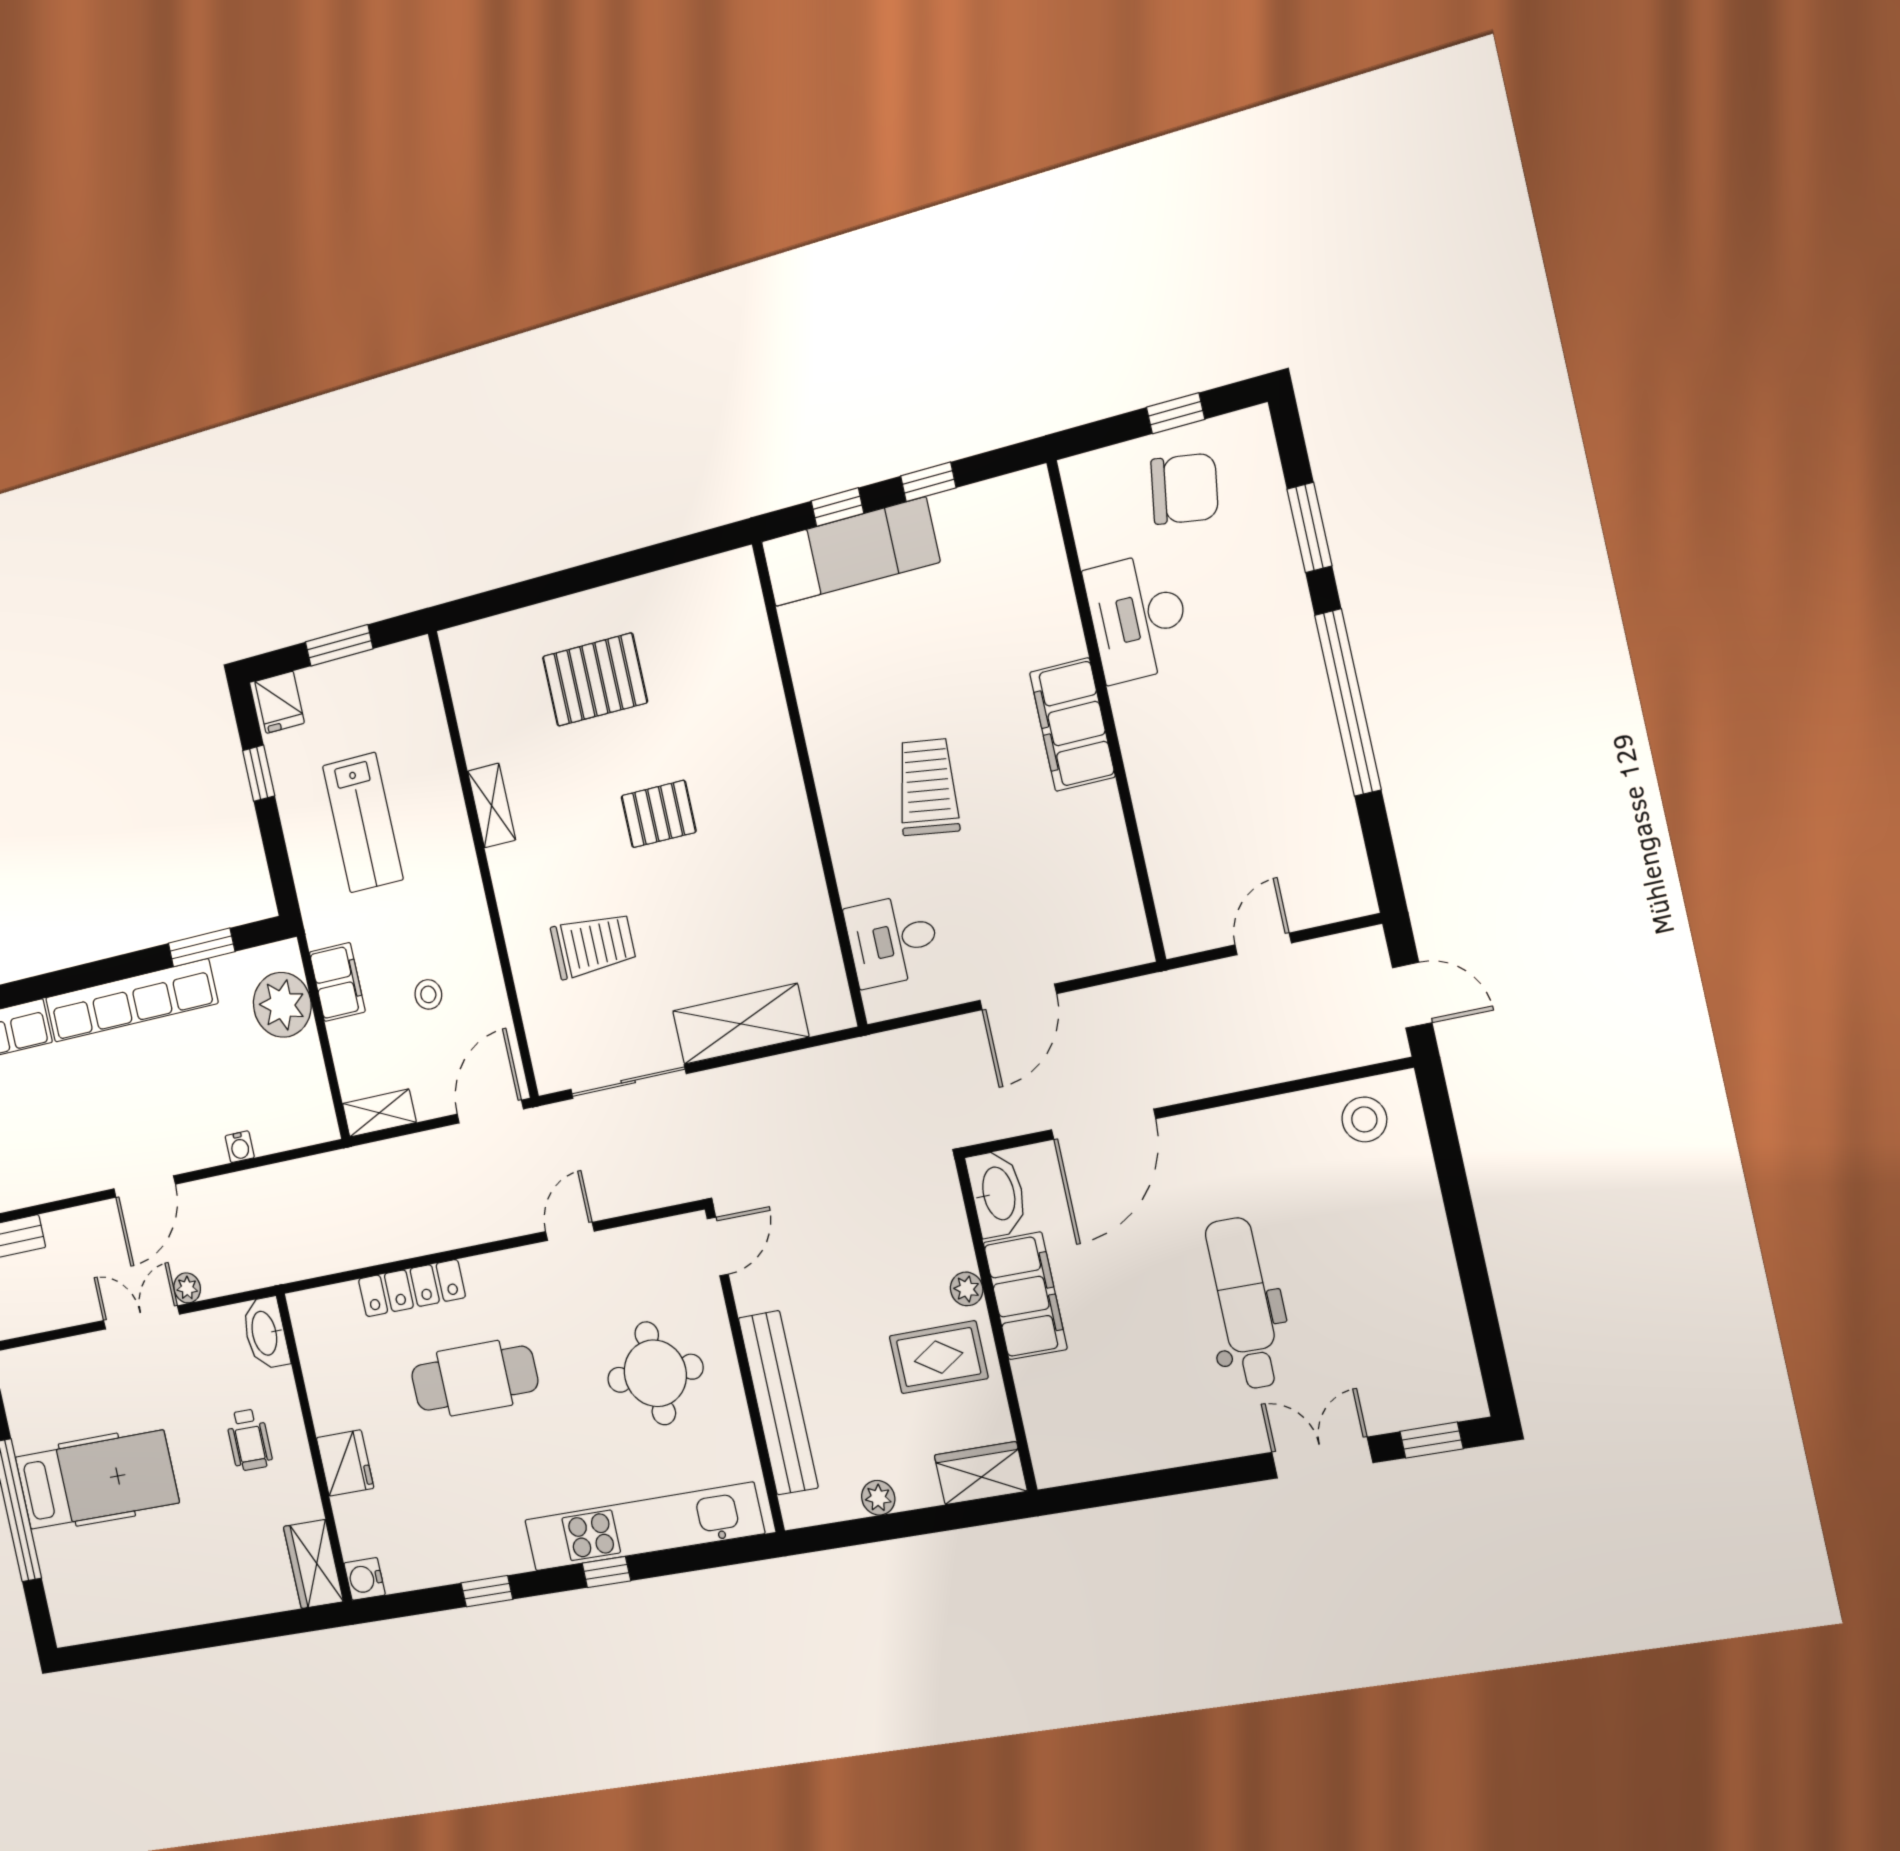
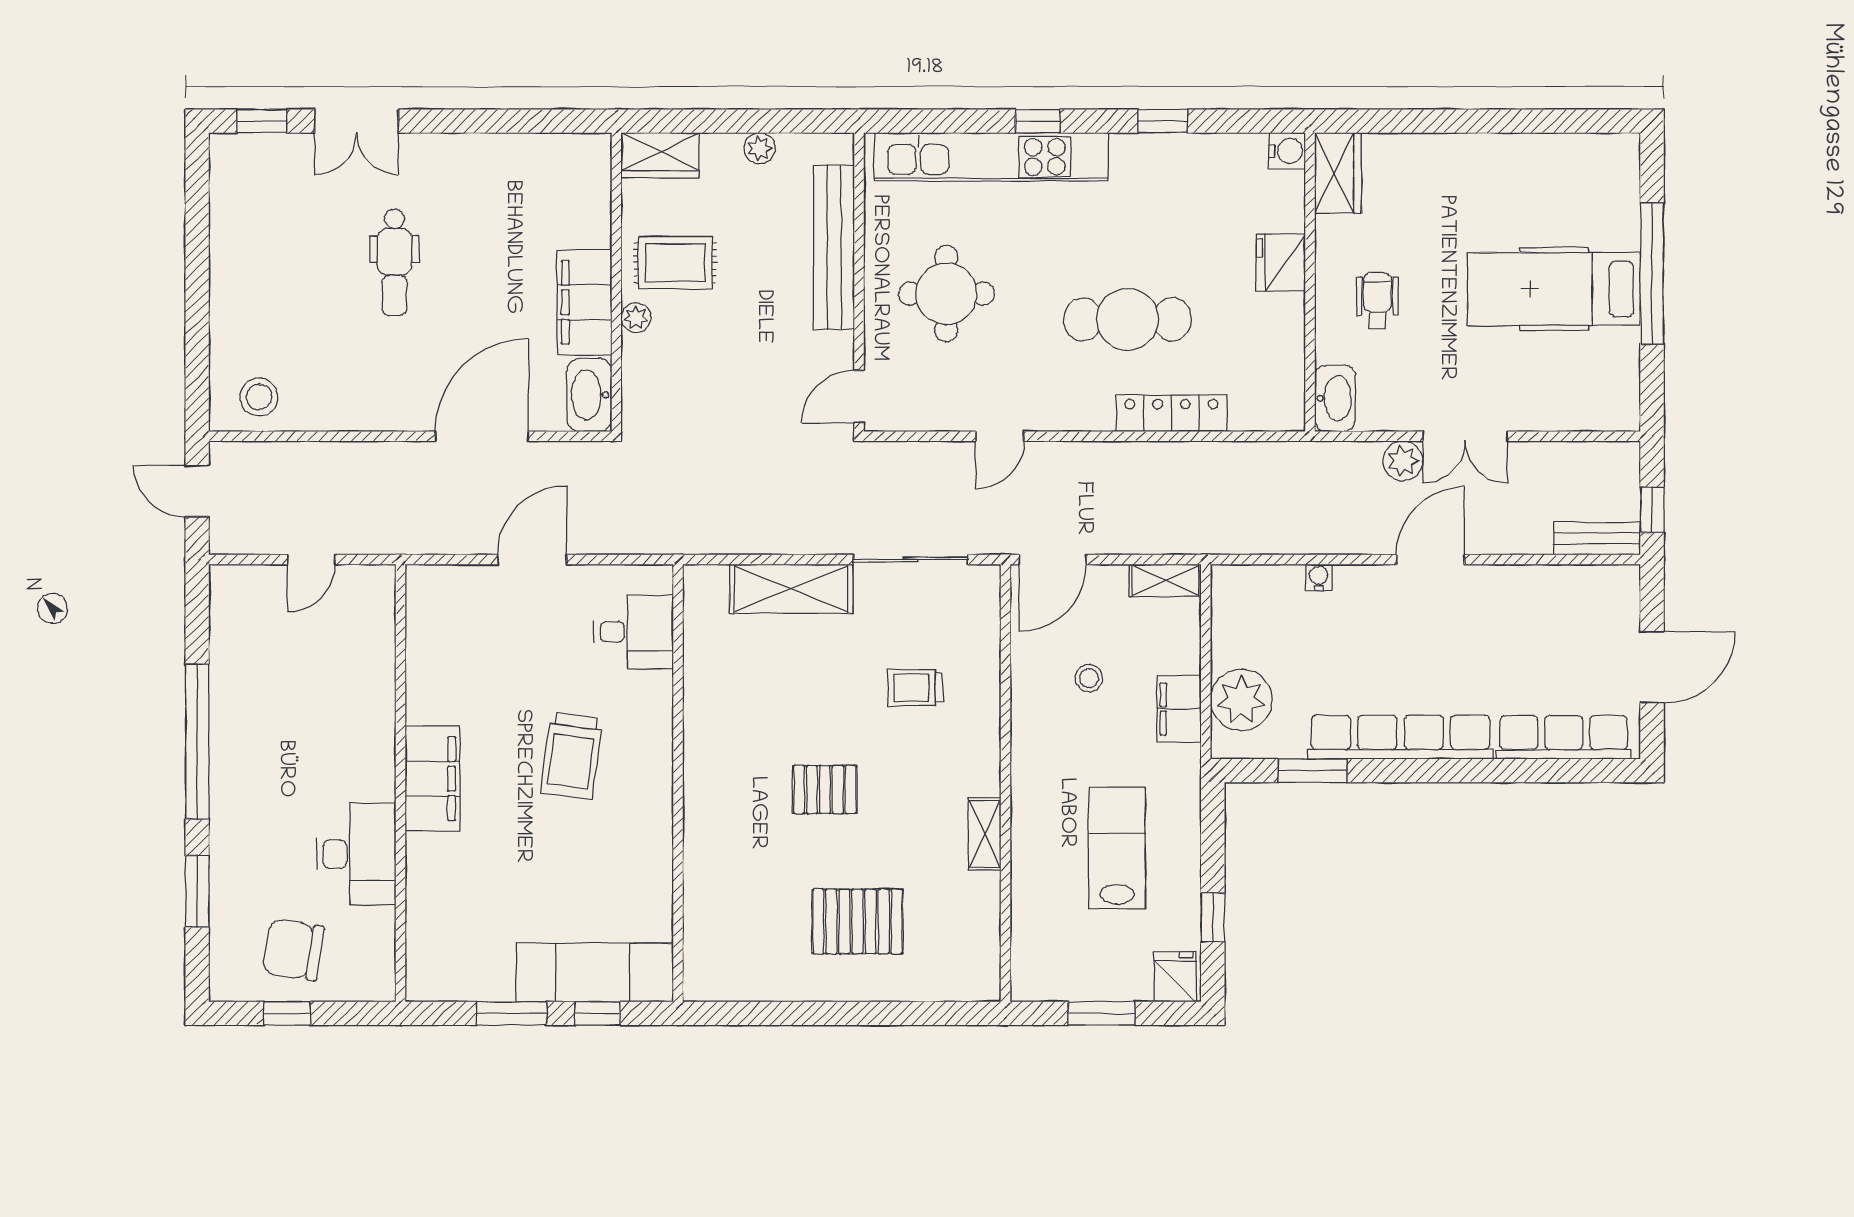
window: (928, 482) -> (512, 1013), width x1.50
trolley: (593, 945) -> (915, 688), width x0.73, depth x0.72
plant: (187, 1288) -> (1403, 461), width x1.38, depth x1.38
dental chair: (1244, 1303) -> (394, 262), width x0.73, depth x0.72

